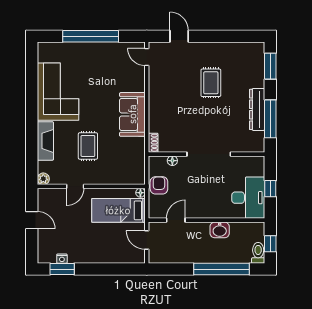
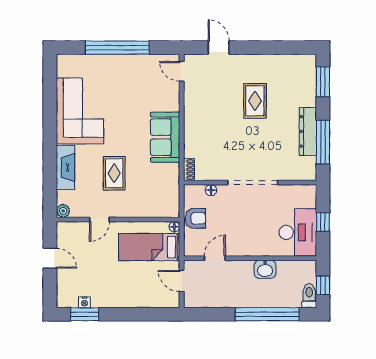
armchair: (159, 185) -> (196, 218), turned 90

